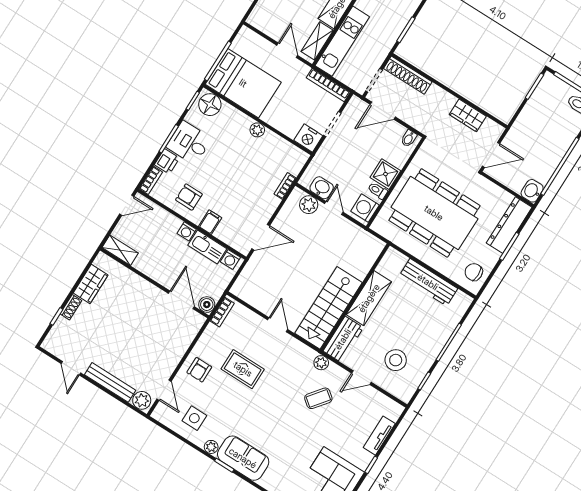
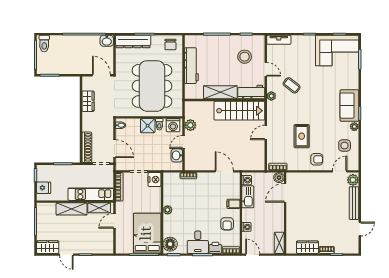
plant: (309, 205) -> (190, 125), moved
washing machine: (187, 231) -> (246, 227), moved
tv unit: (379, 436) -> (279, 40), moved

